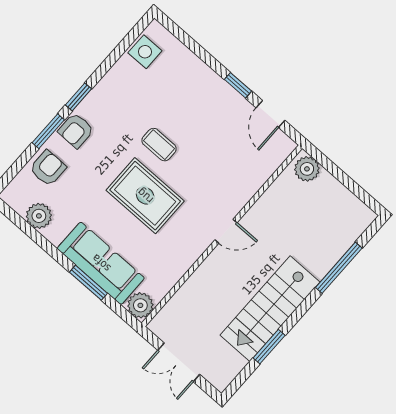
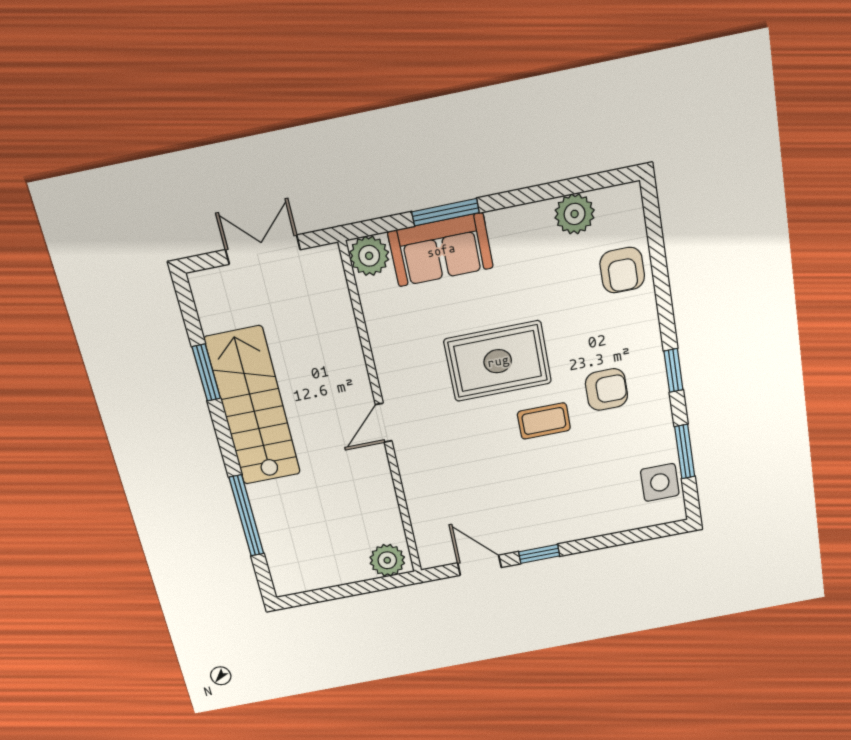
armchair: (76, 130) -> (606, 390), moved, turned 90
window: (48, 131) -> (685, 452), moved
sofa: (101, 263) -> (441, 250), width x0.73

